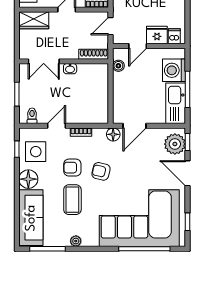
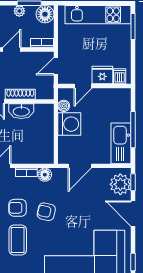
shoe rack: (94, 54) -> (20, 94), moved
washbasin: (70, 69) -> (21, 111), width x1.91, depth x1.45
washing machine: (174, 70) -> (69, 124), moved, turned 180
floor lamp: (113, 134) -> (45, 175), moved

